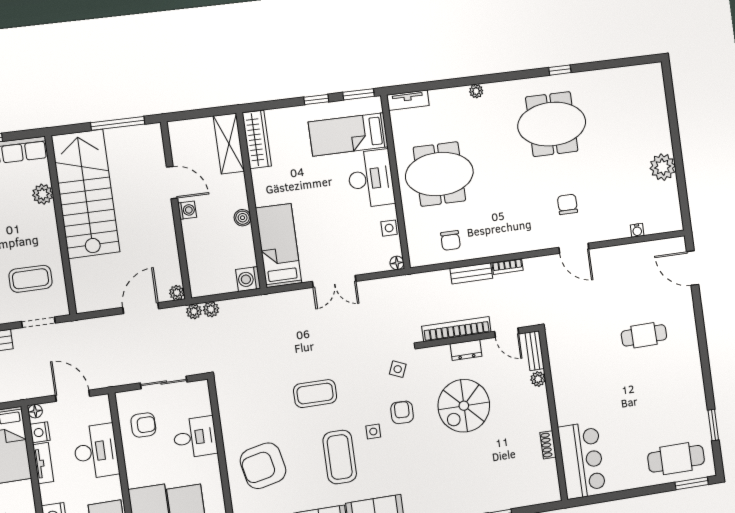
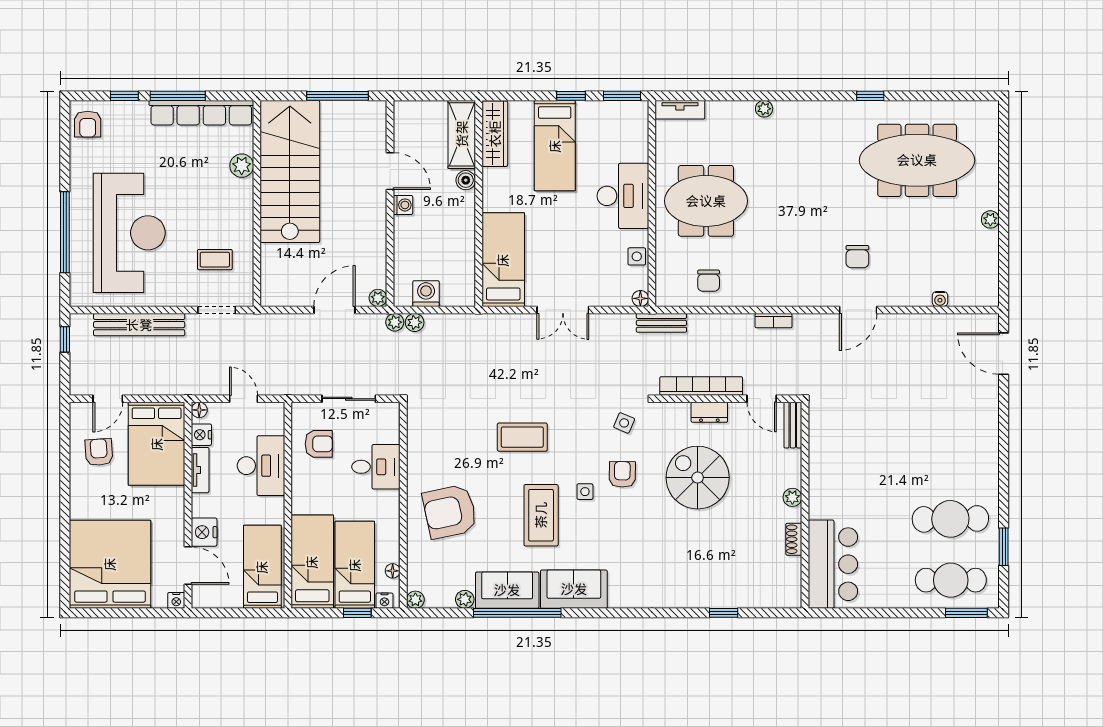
meeting table: (552, 124) -> (917, 160), moved, width x1.36
bed: (348, 134) -> (555, 146), moved, turned -90
plant: (663, 167) -> (990, 219), width x0.53, depth x0.53
chair: (567, 204) -> (857, 257), turned 180
boiler: (243, 218) -> (466, 180), moved
door: (574, 248) -> (858, 310), hinge flipped
bench: (471, 273) -> (661, 323), moved
coffee table: (31, 279) -> (215, 260), width x0.73, depth x0.77
washing machine: (248, 279) -> (426, 294), moved, turned 90
cafe table: (644, 335) -> (950, 519), moved, width x1.37, depth x1.35
plant: (538, 379) -> (792, 497), moved
door: (73, 396) -> (243, 399), width x0.73
spiral stairs: (464, 406) -> (698, 478), turned 90

